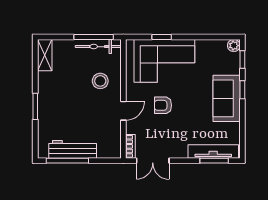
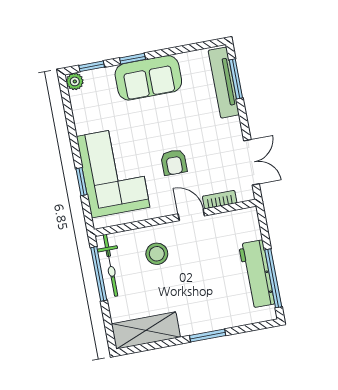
shelving: (45, 55) -> (146, 330), width x1.50, depth x1.33
bookcase: (130, 146) -> (220, 200), moved

